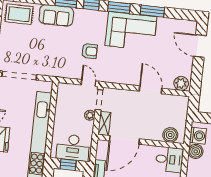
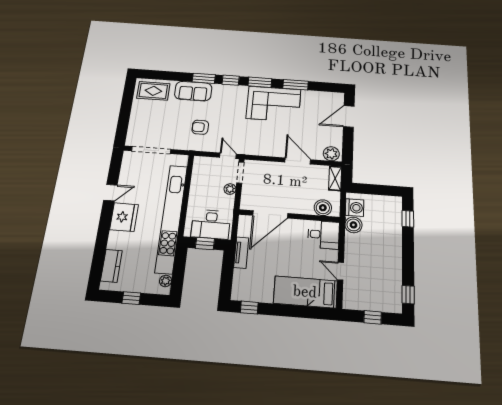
door: (200, 46) -> (349, 116), hinge flipped
armchair: (89, 51) -> (200, 127), moved, turned 180
shelving: (104, 123) -> (335, 178), moved

